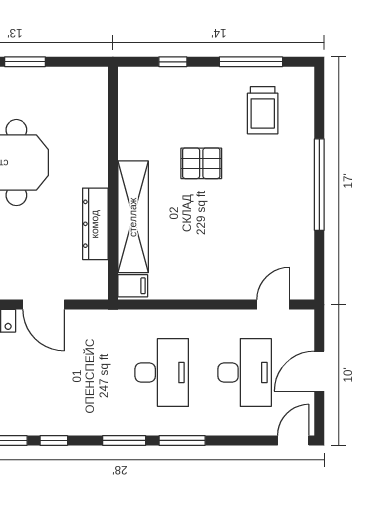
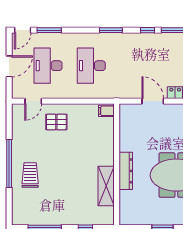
trolley: (263, 110) -> (30, 175), moved
pallet: (201, 163) -> (56, 122), moved
shelving: (133, 217) -> (106, 186), moved, width x0.68
dresser: (95, 224) -> (126, 171), moved
window: (182, 440) -> (49, 30), moved

